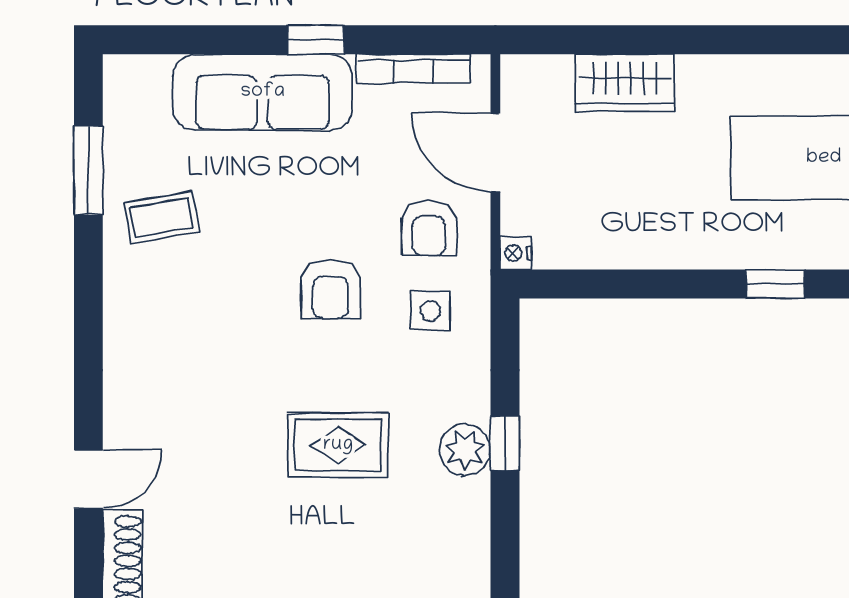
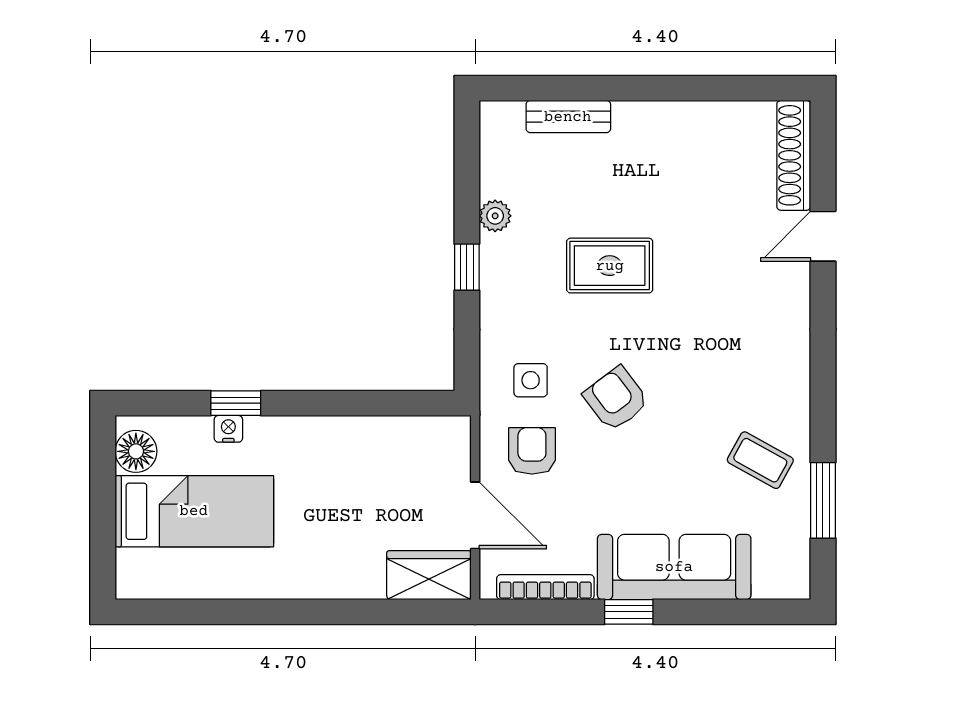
wardrobe: (625, 83) -> (429, 575), moved
coffee table: (162, 217) -> (760, 460), turned 39
nightstand: (516, 253) -> (228, 429), moved, turned -90
armchair: (330, 289) -> (616, 399), turned -37
plant: (465, 450) -> (495, 216), moved, width x0.73, depth x0.73

